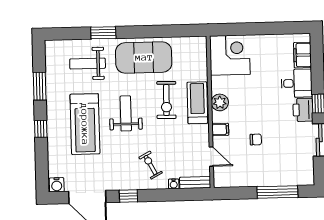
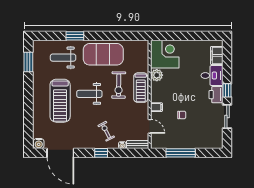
window: (40, 86) -> (28, 62), moved
plant: (220, 102) -> (157, 75), moved
treadmill: (197, 103) -> (141, 88), turned 180
weight bench: (126, 113) -> (89, 94), turned -90
window: (41, 129) -> (28, 103), removed
window: (277, 192) -> (181, 153), moved
window: (128, 196) -> (101, 153), moved

